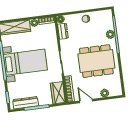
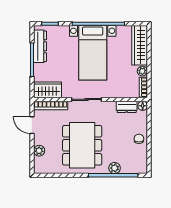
door: (86, 101) -> (32, 125), swing flipped

